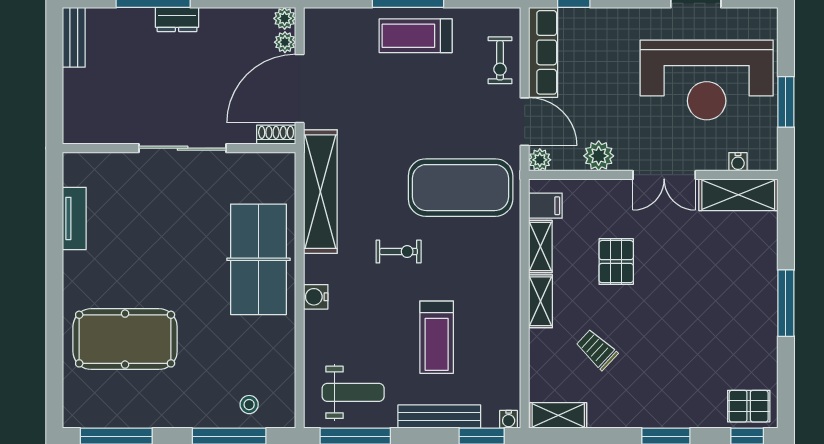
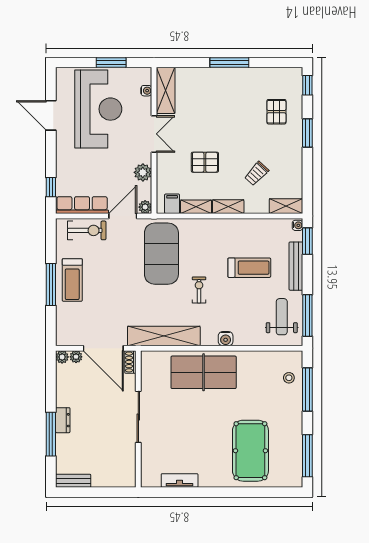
exercise bike: (500, 60) -> (87, 230), width x1.38, depth x1.39
pallet: (749, 406) -> (276, 112), moved
shelving: (558, 415) -> (286, 206), moved, turned 90

